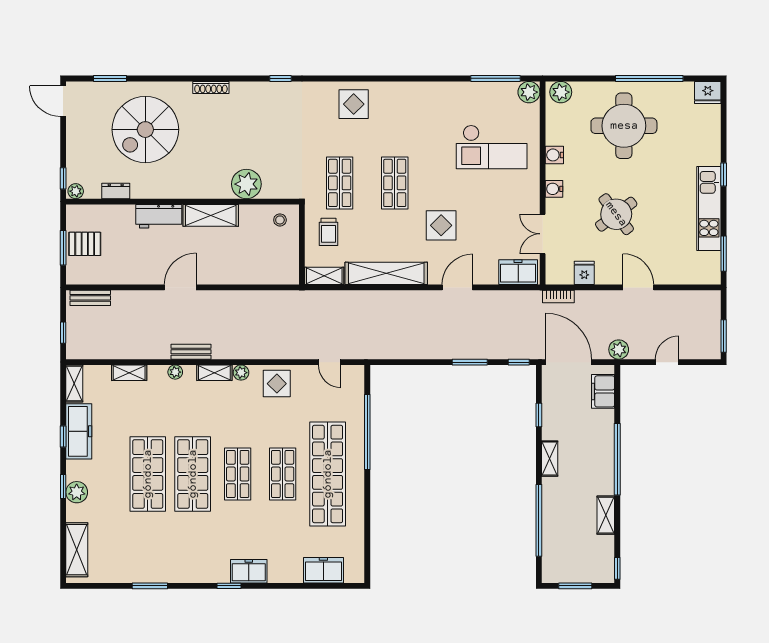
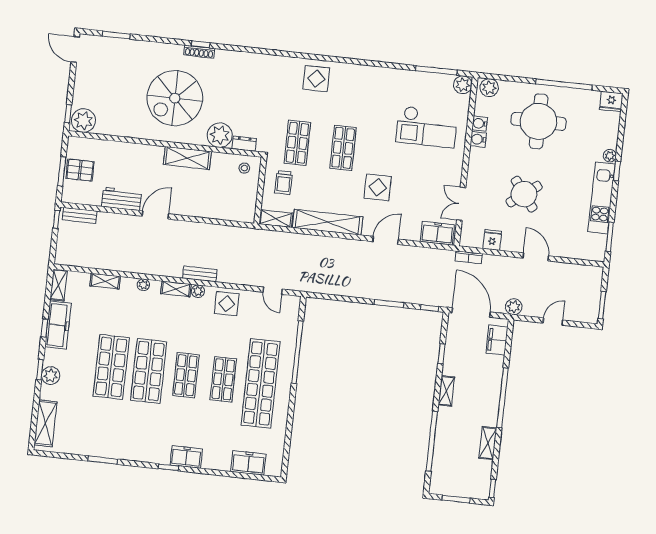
window: (280, 78) -> (201, 44), moved
spiral stairs: (145, 130) -> (175, 98), moved
plant: (713, 157) -> (610, 156), added
water cooler: (554, 189) -> (480, 123), moved
plant: (76, 191) -> (83, 121), width x1.88, depth x1.88
dresser: (116, 191) -> (244, 144), moved
workbench: (159, 216) -> (122, 199), moved, turned 180
window: (63, 333) -> (56, 219), moved
bench: (191, 352) -> (200, 274), moved

